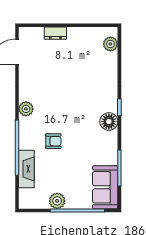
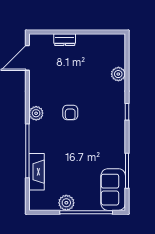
plant: (110, 44) -> (118, 74), moved
floor lamp: (109, 122) -> (117, 126), removed
armchair: (53, 141) -> (70, 112), moved, turned 90

